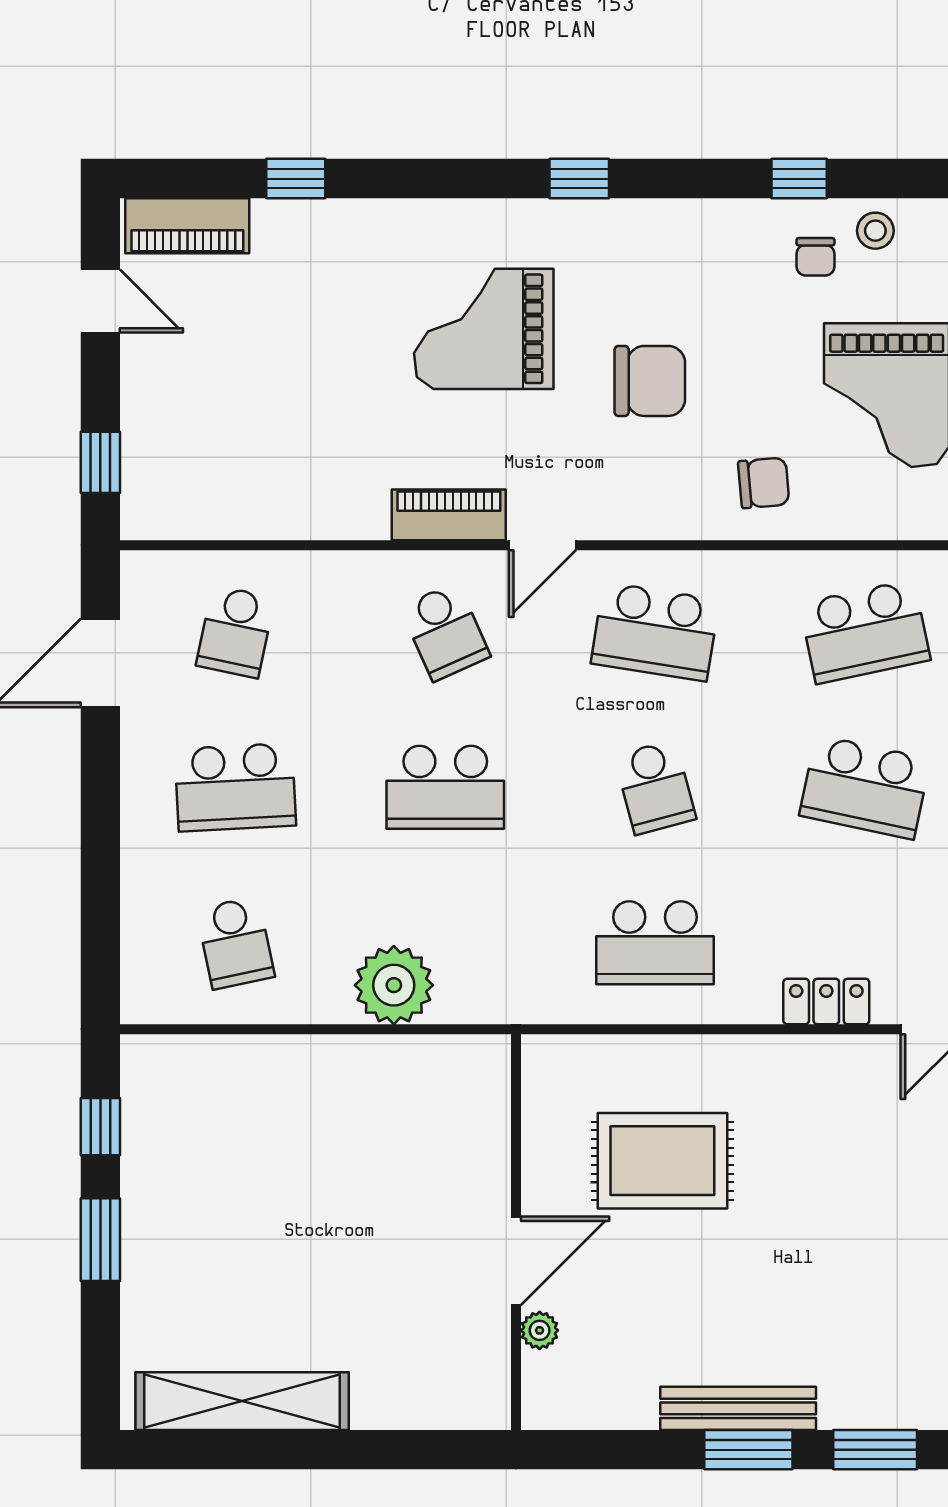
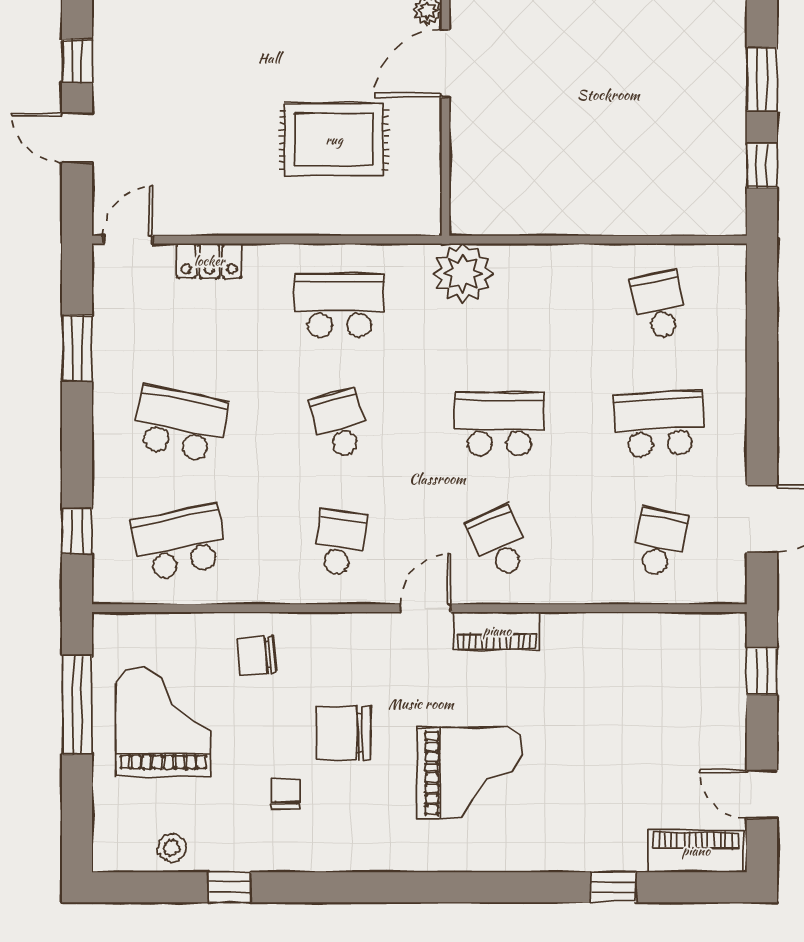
window: (579, 179) -> (397, 887), removed
chair: (815, 257) -> (286, 795), moved
school desk: (655, 632) -> (340, 542), width x0.54
plant: (394, 985) -> (463, 273), moved

